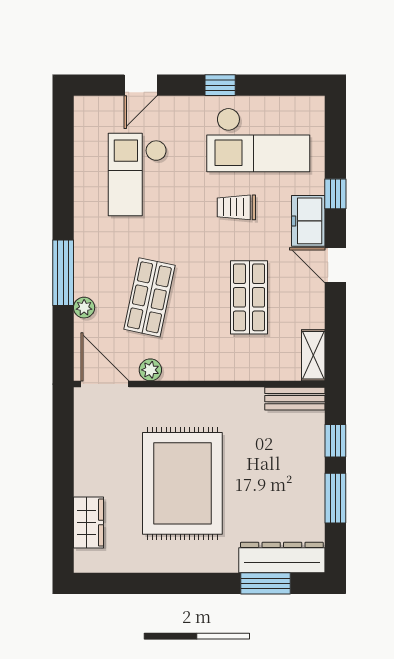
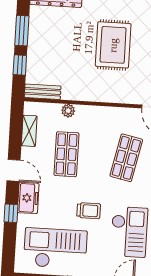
trolley: (236, 207) -> (89, 211), moved
shelving: (313, 355) -> (29, 131), moved
plant: (150, 370) -> (68, 111), moved
rug: (182, 483) -> (113, 45), width x0.73, depth x0.69

